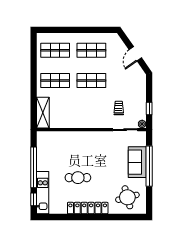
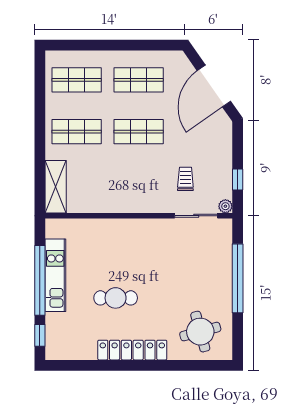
door: (135, 54) -> (214, 86), width x1.88
sofa: (137, 162) -> (217, 271), removed
kitchen unit: (43, 193) -> (55, 275), moved

